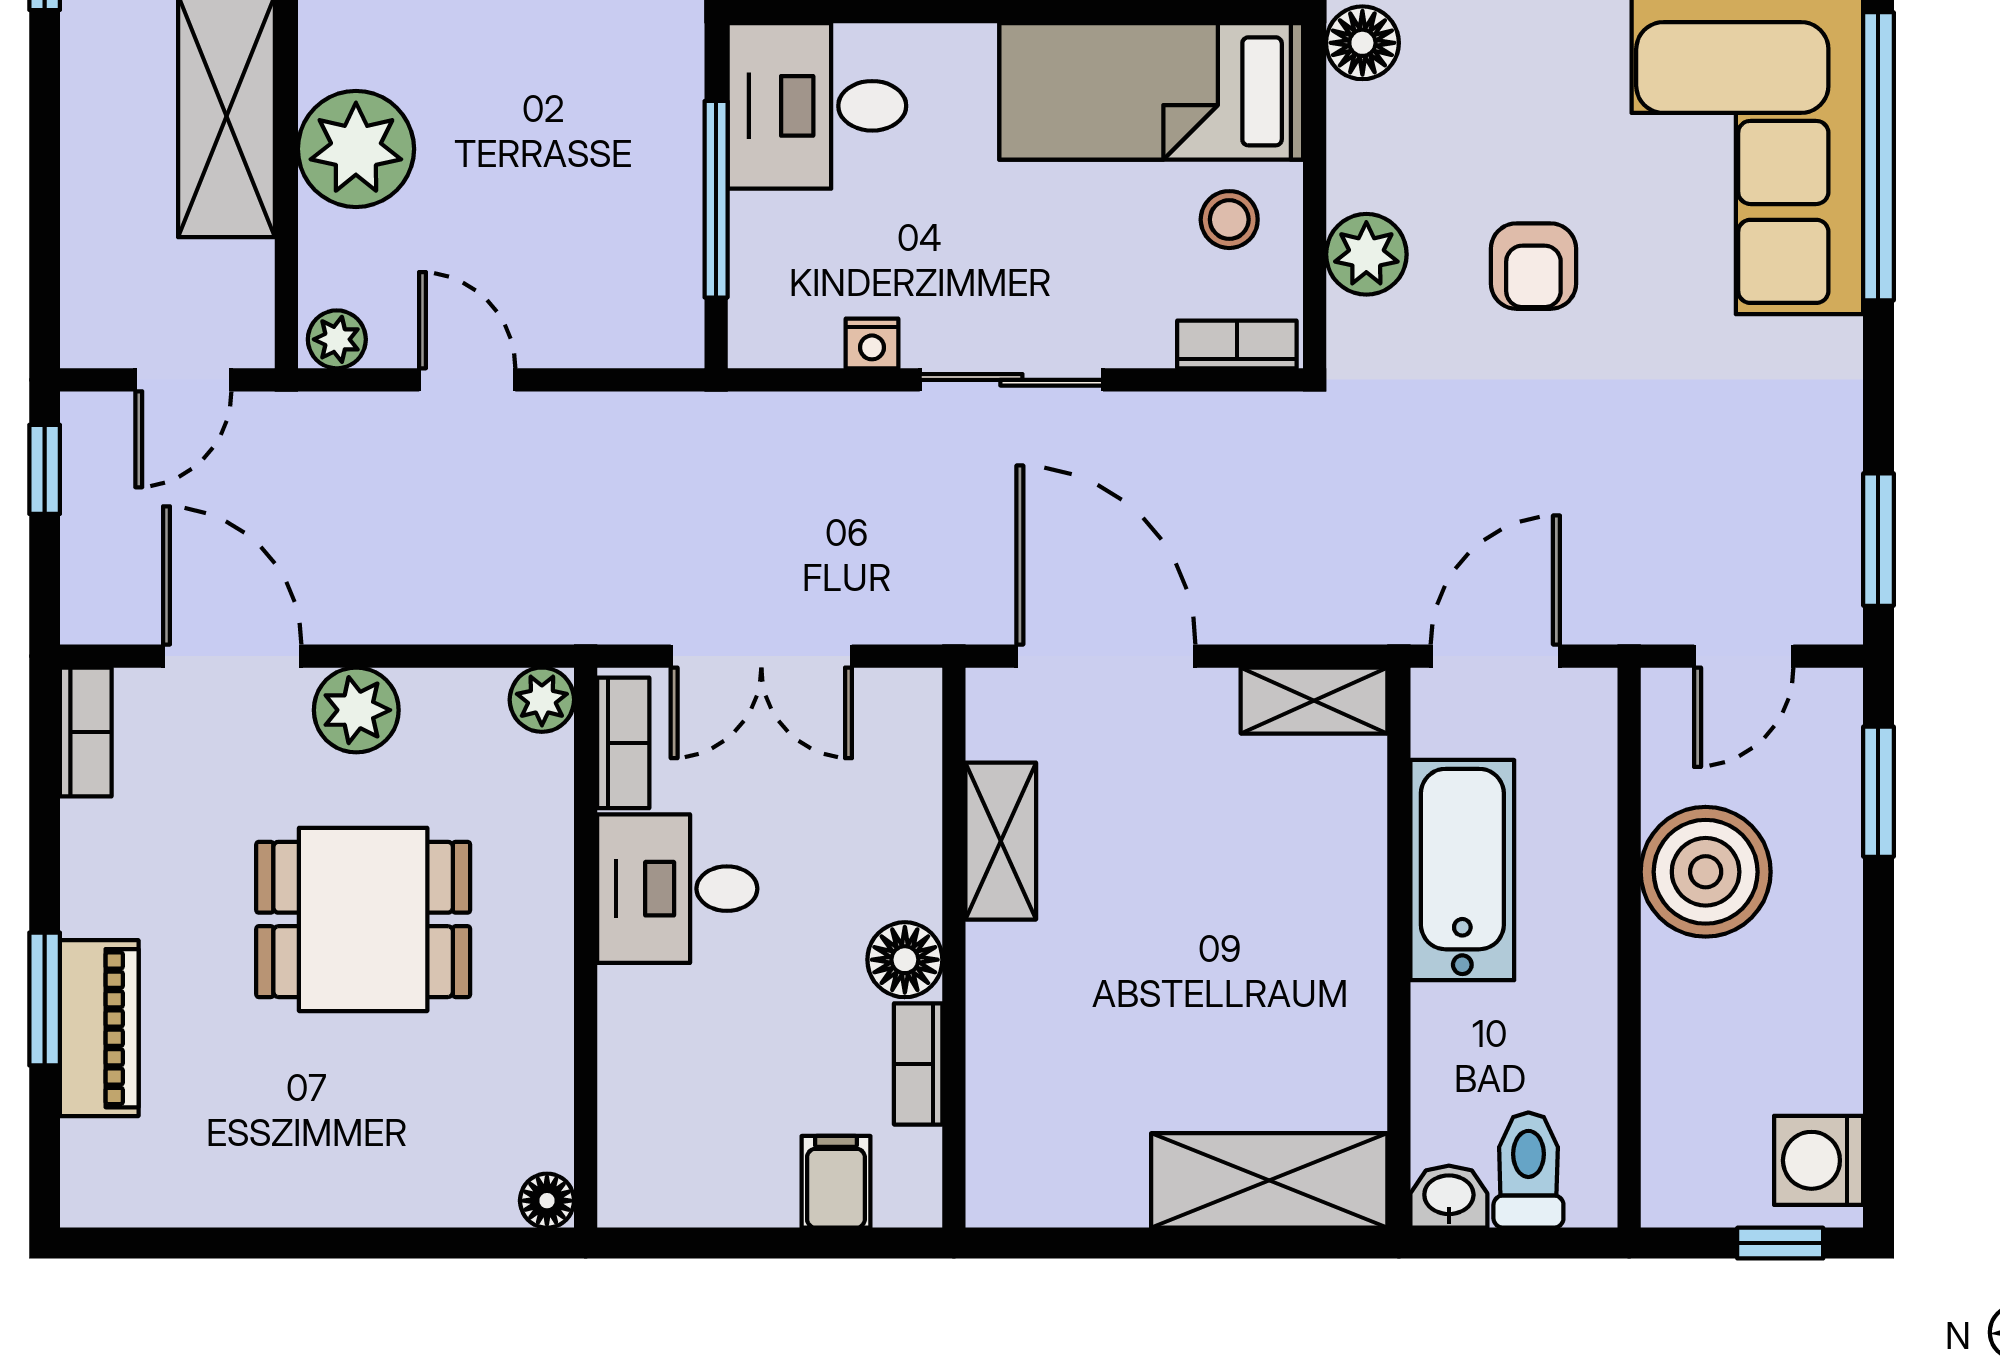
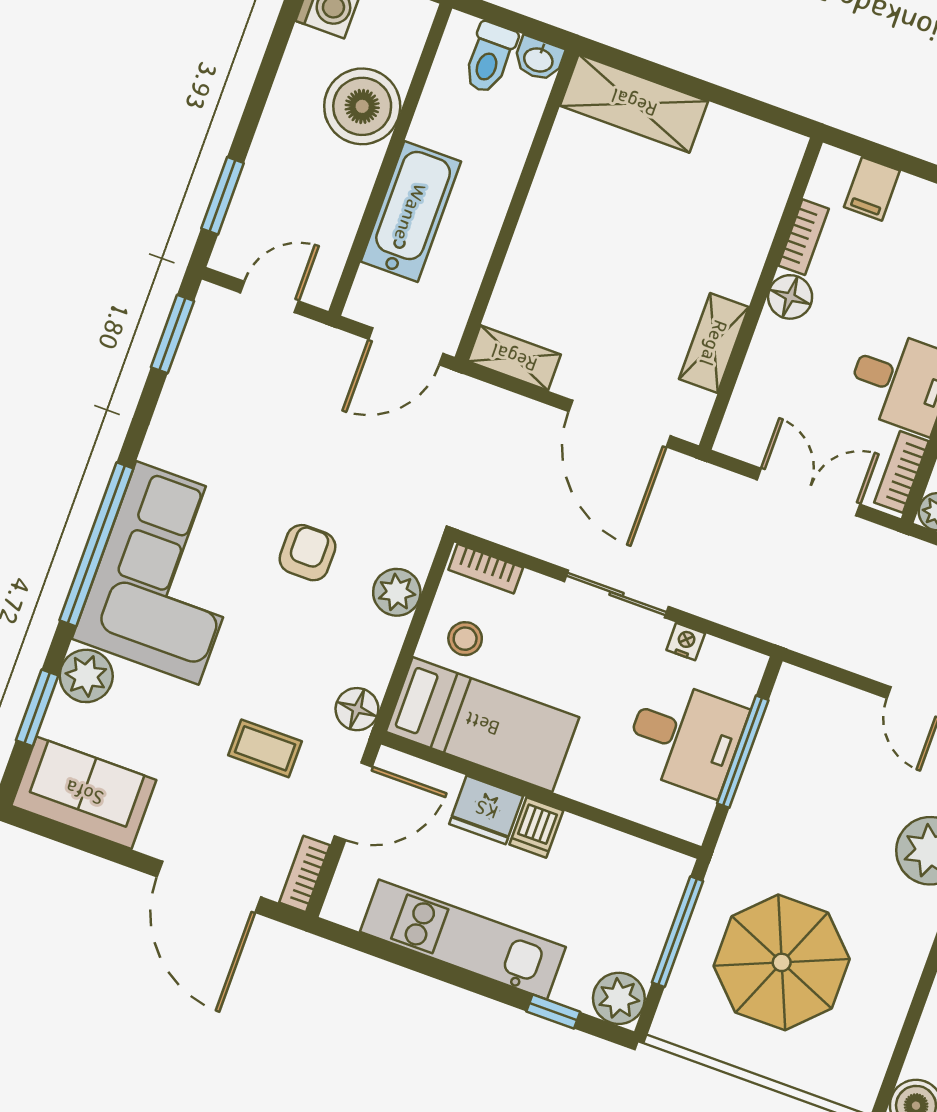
desk: (817, 106) -> (685, 737), moved
bathtub: (1462, 870) -> (411, 212), moved, turned 180
boiler: (1706, 872) -> (362, 106), moved

